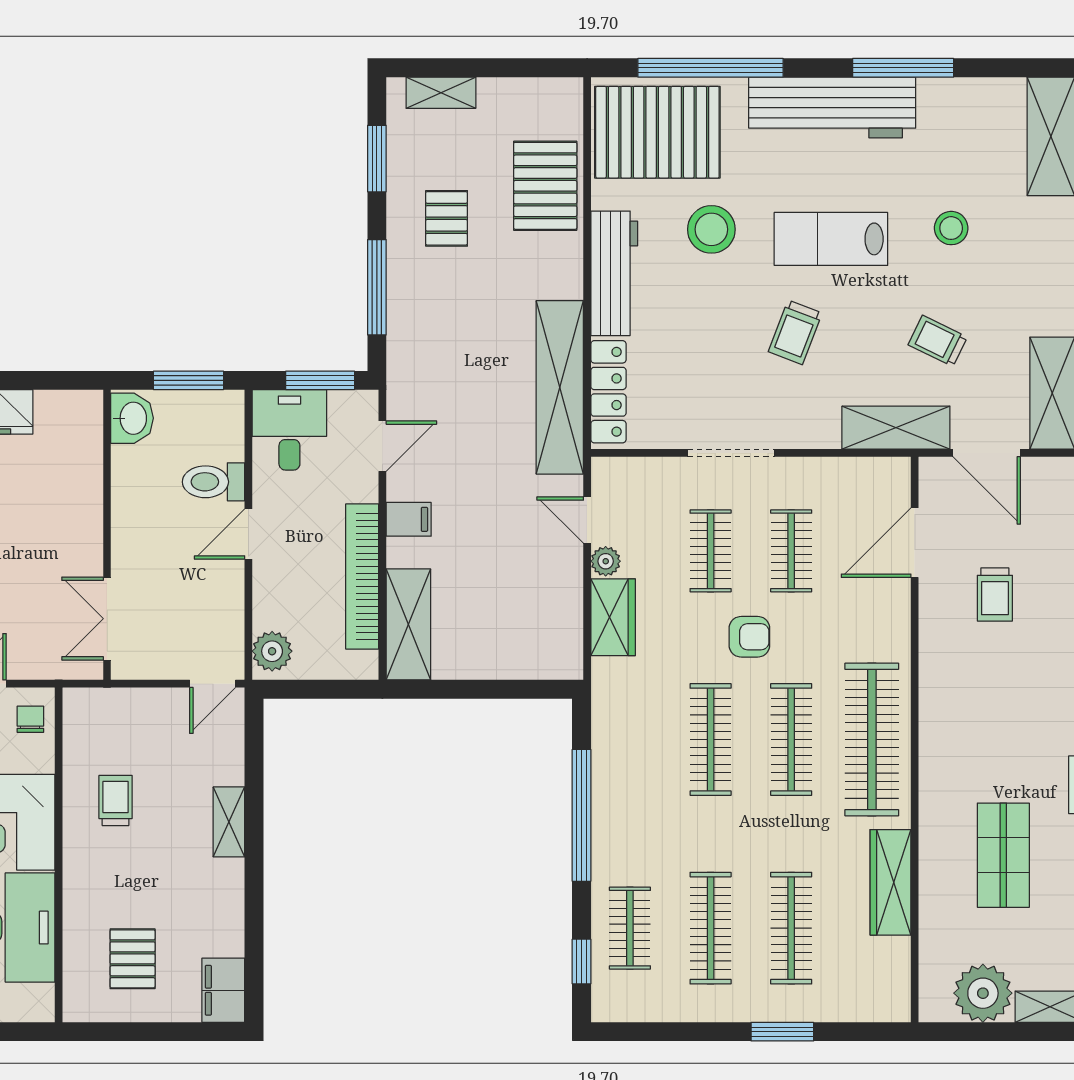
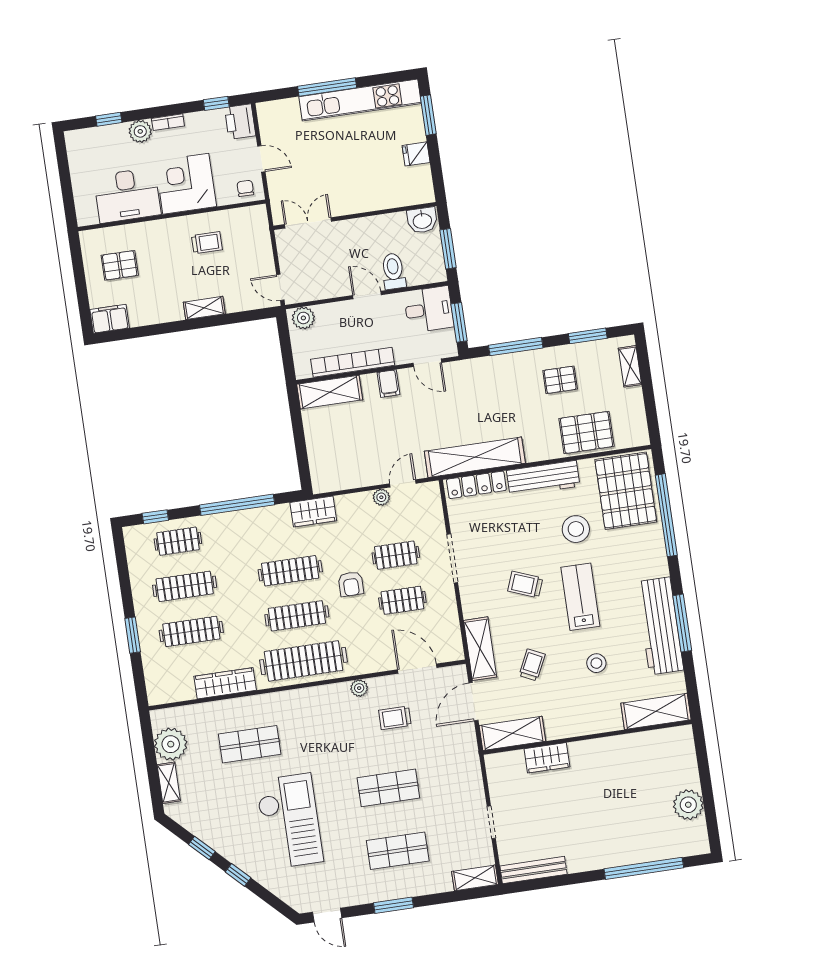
workbench: (832, 107) -> (660, 626), moved
wardrobe: (613, 617) -> (313, 512), moved
plant: (934, 649) -> (359, 688), added
chair: (30, 719) -> (245, 188), turned -90

